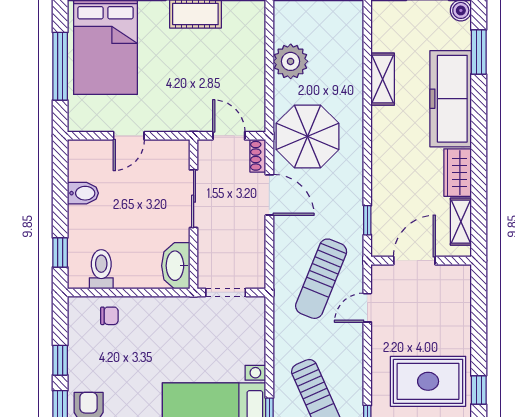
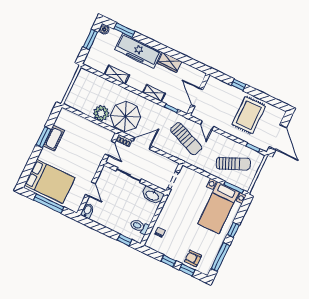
plant: (291, 61) -> (101, 113), moved
door: (229, 136) -> (110, 148), swing flipped
bidet: (83, 193) -> (87, 211), moved
shelving: (461, 222) -> (154, 93), moved
window: (479, 390) -> (239, 85), moved

